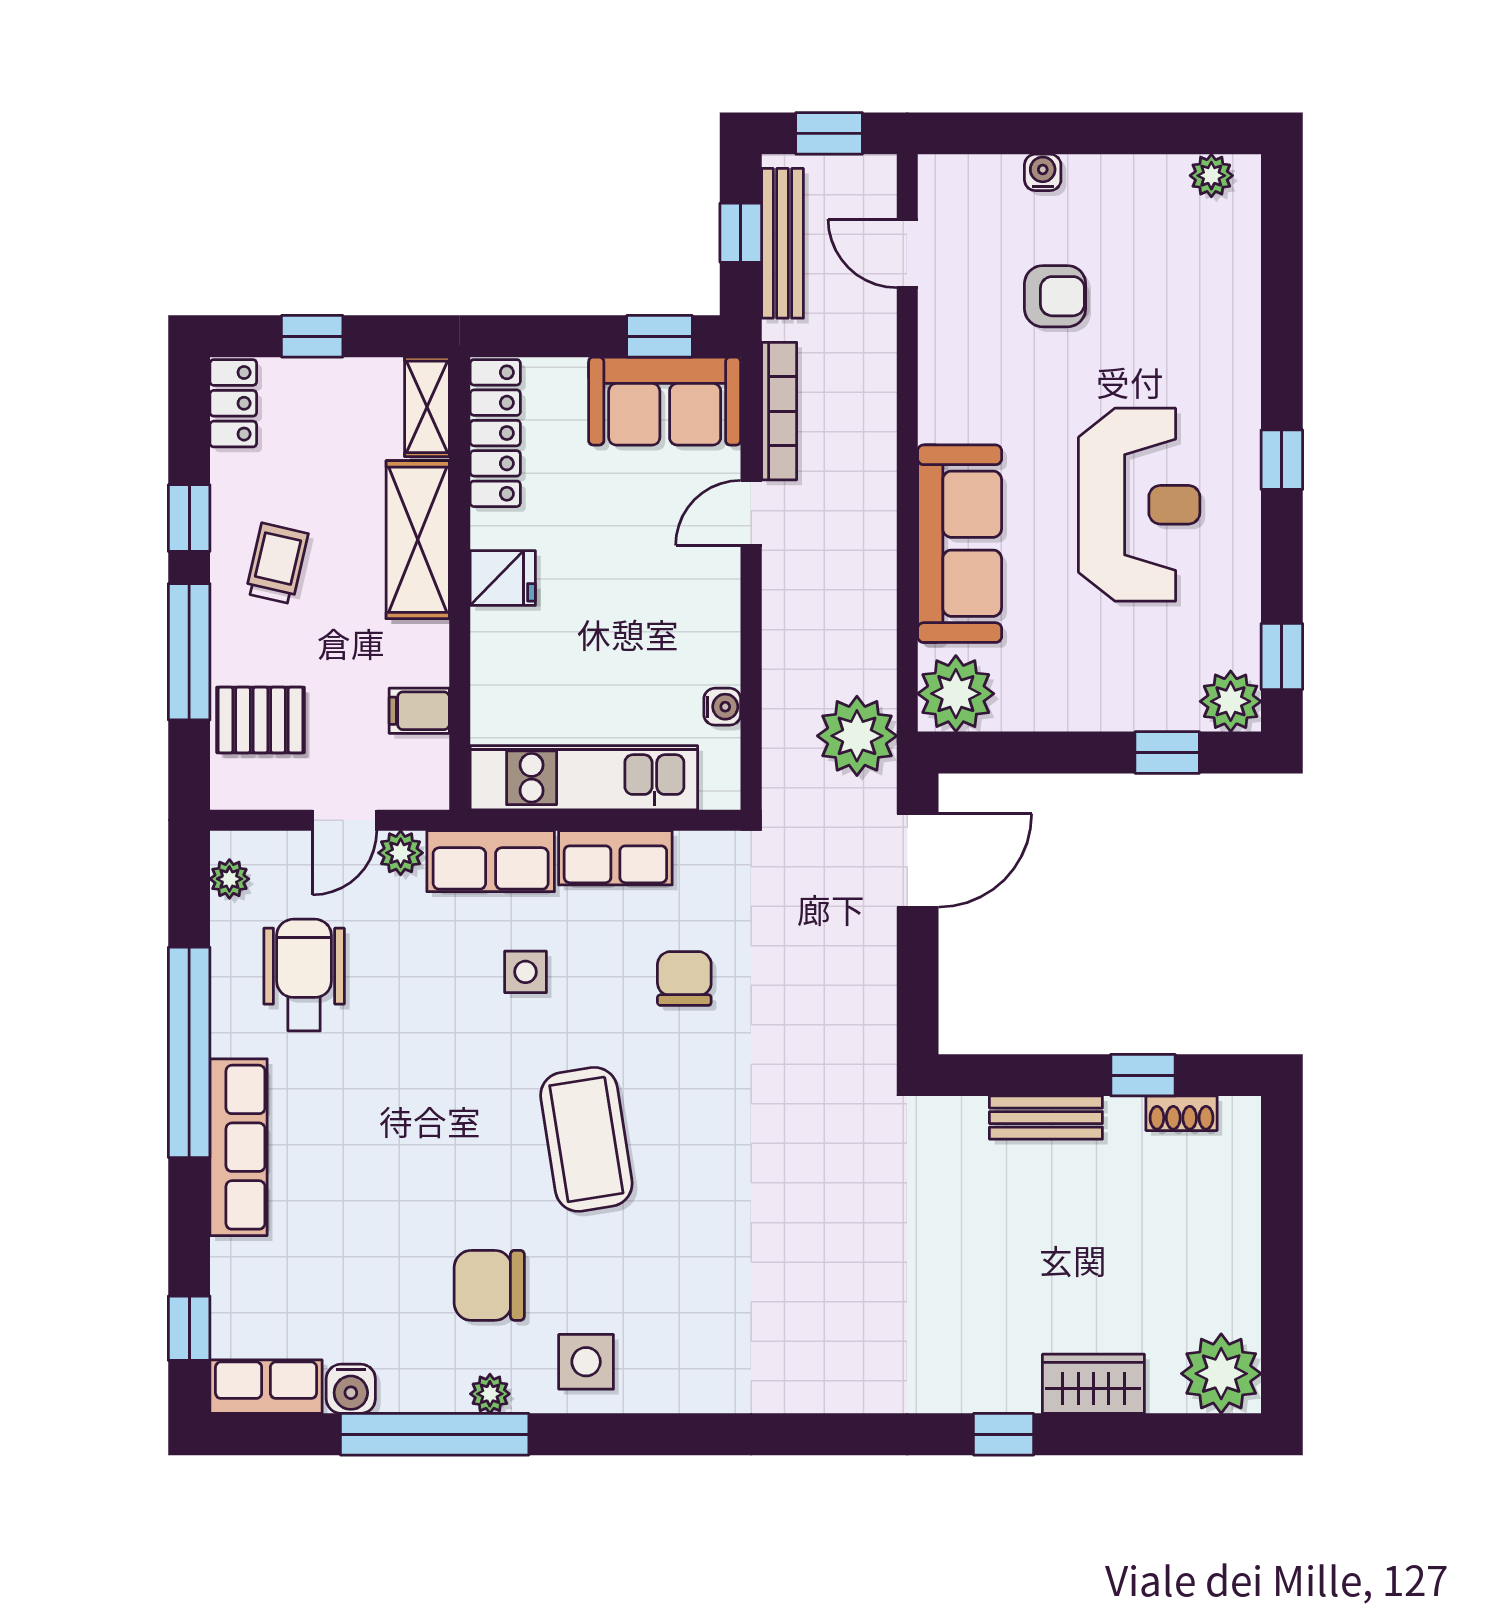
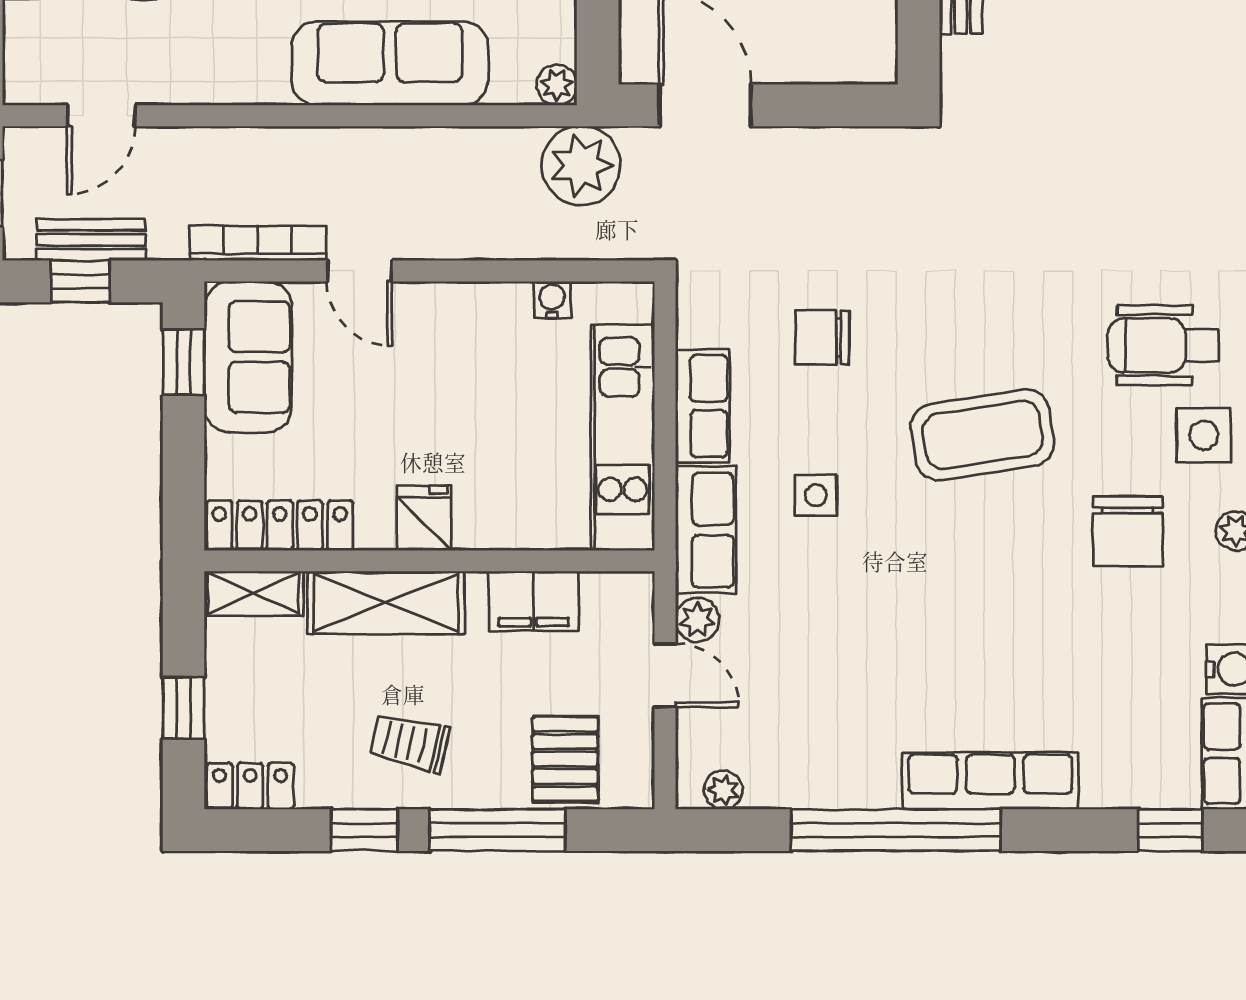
bench: (782, 243) -> (91, 240), width x0.73
plant: (956, 694) -> (557, 85), width x0.53, depth x0.53
filing cabinet: (419, 711) -> (534, 601), width x2.00
wheelchair: (304, 975) -> (1163, 345), moved

